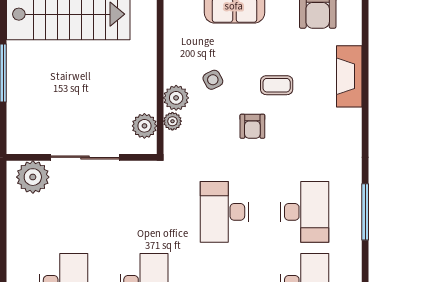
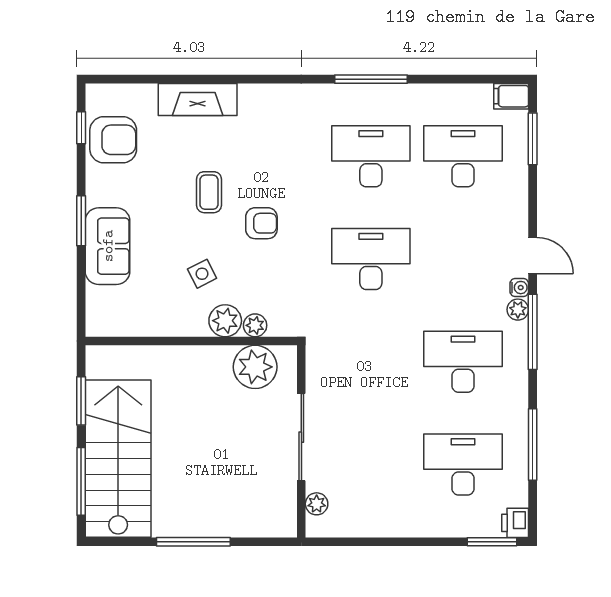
plant: (144, 126) -> (255, 367), width x1.36, depth x1.36
plant: (33, 177) -> (317, 504), width x0.53, depth x0.53
desk: (224, 212) -> (371, 259), turned 180

